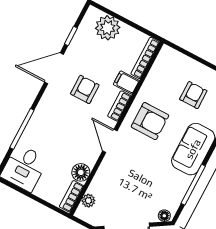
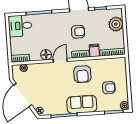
floor lamp: (81, 172) -> (46, 55), moved

